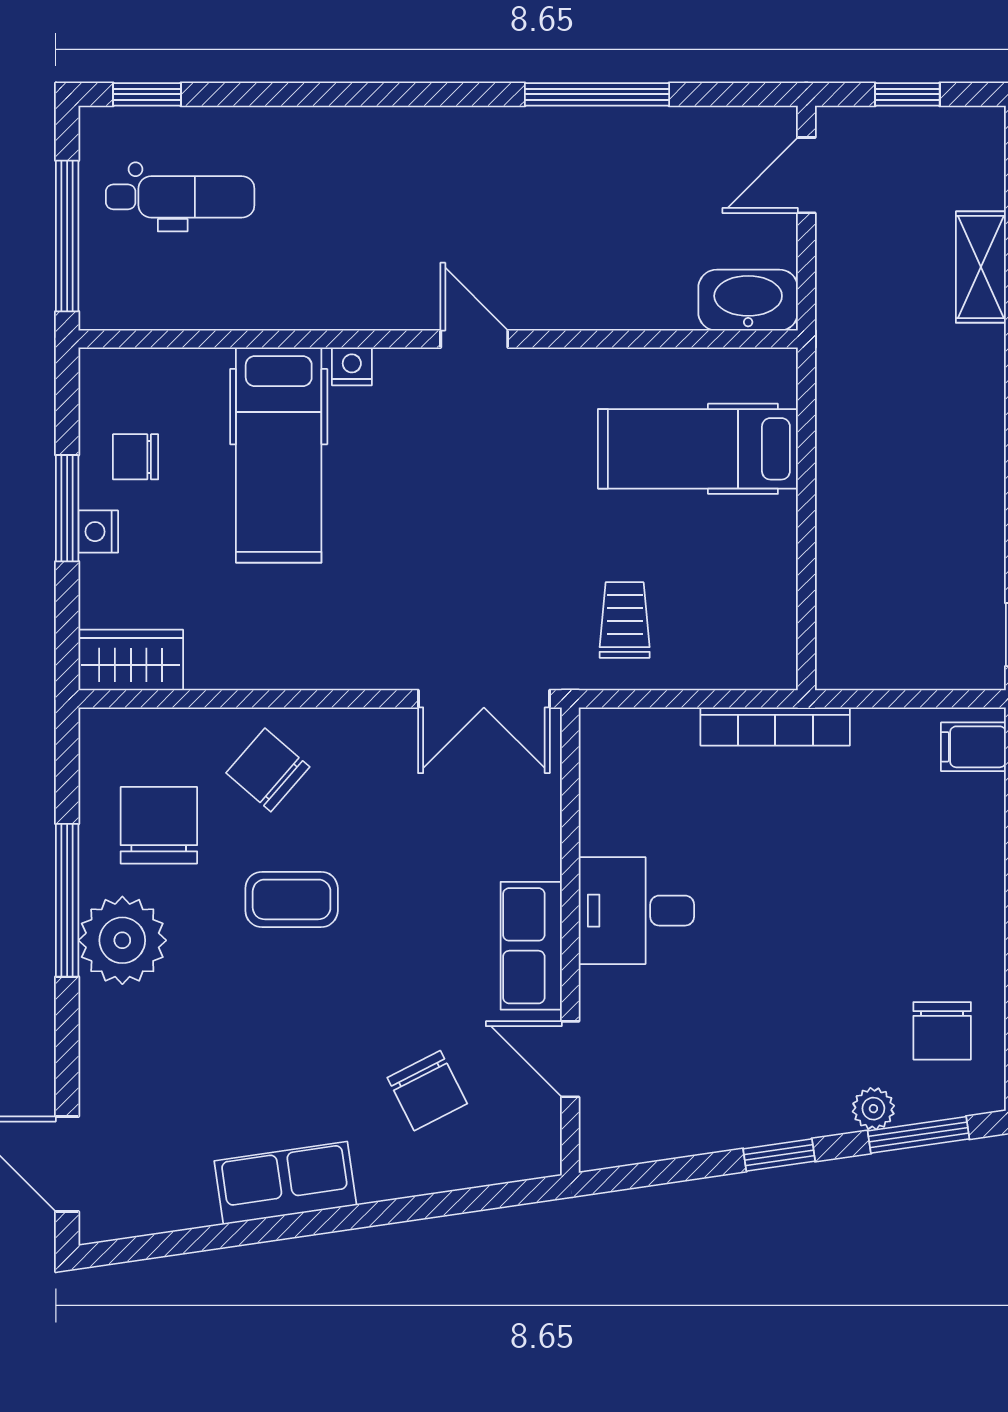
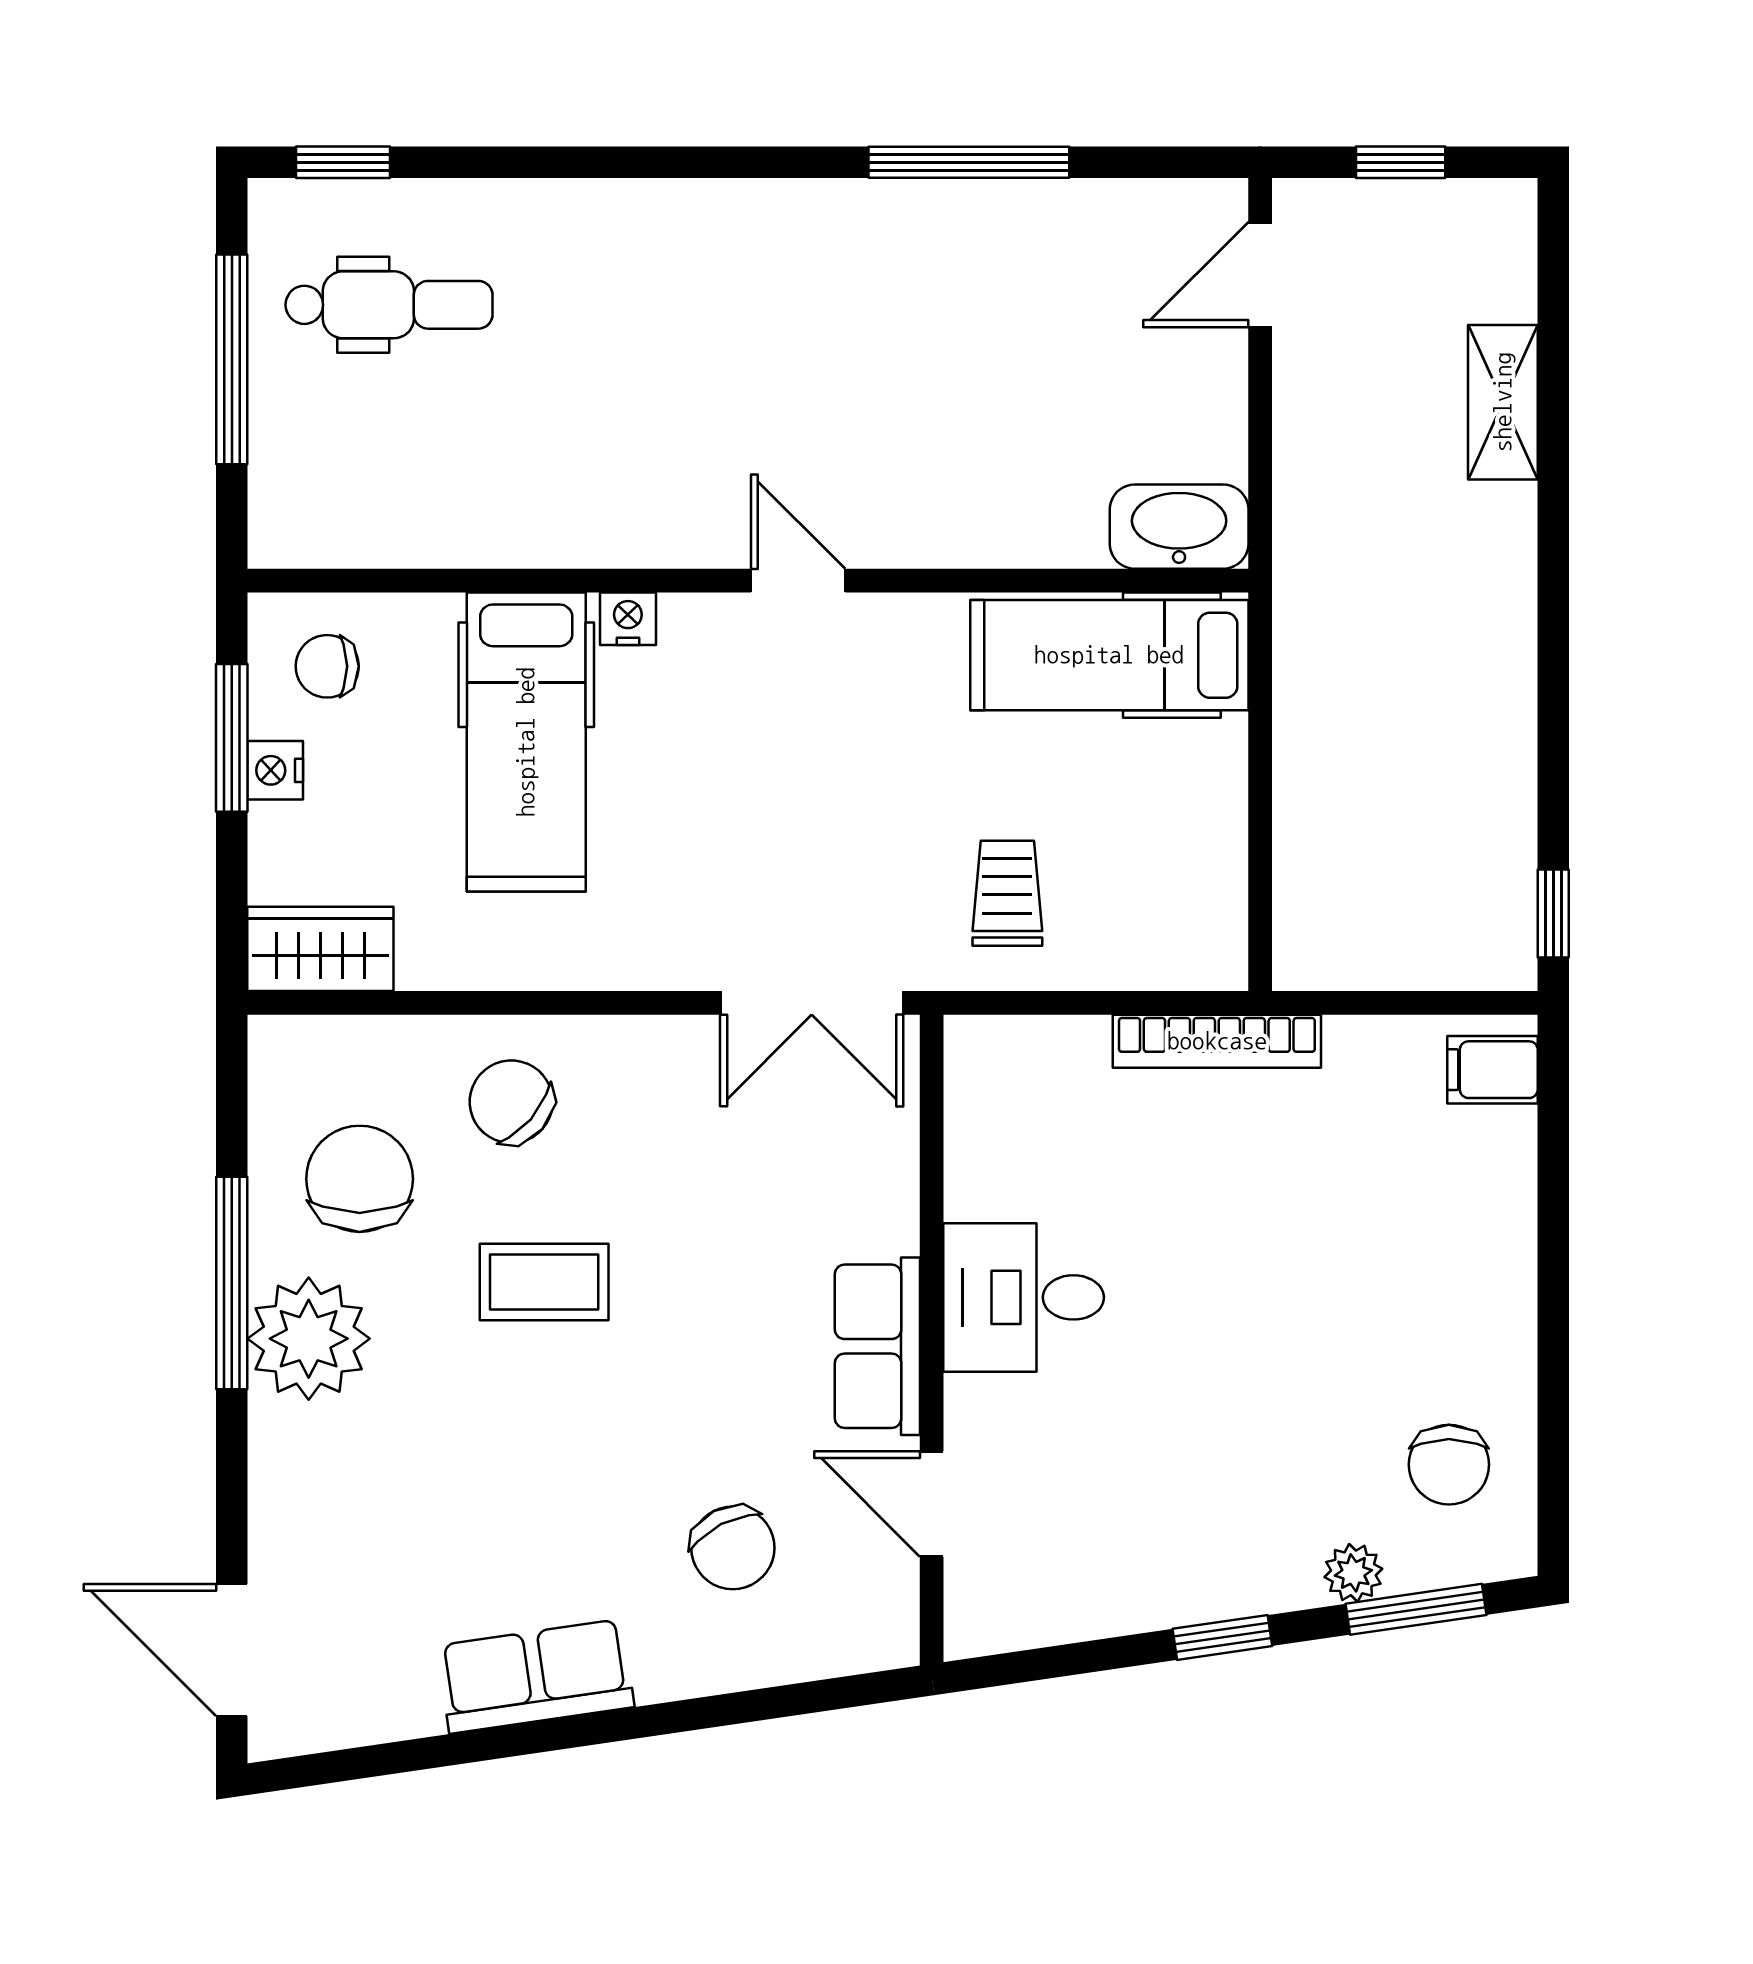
washbasin: (748, 300) -> (1179, 527), moved
wall: (438, 339) -> (748, 581), moved
door: (474, 339) -> (798, 581), moved
nightstand: (352, 366) -> (628, 619), moved
hospital bed: (279, 455) -> (526, 742), moved

